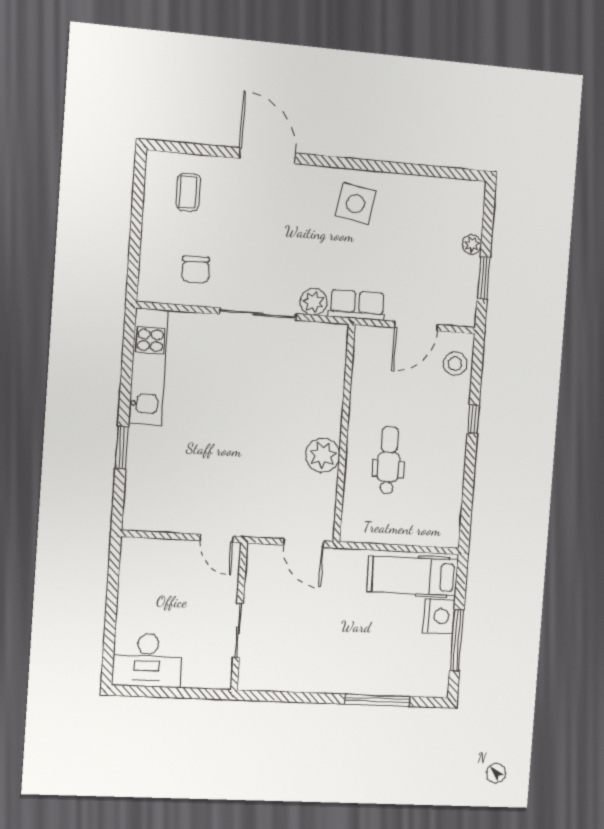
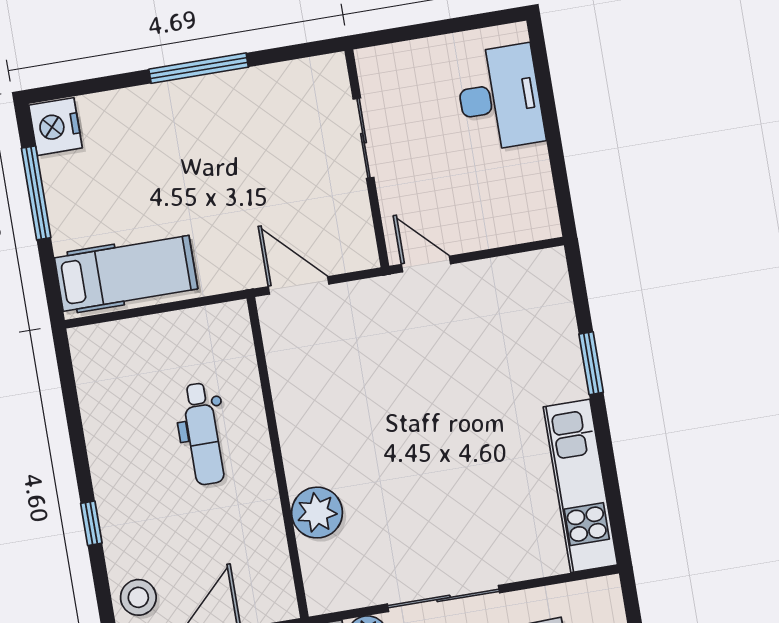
plant: (323, 455) -> (317, 513), moved
nightstand: (439, 616) -> (56, 127), moved
desk: (147, 660) -> (500, 98), moved, turned 90
window: (377, 700) -> (199, 68), moved

